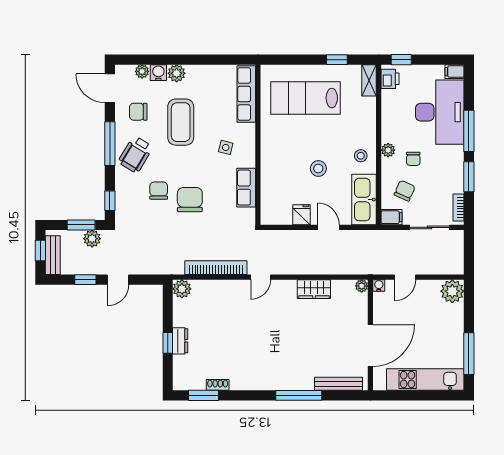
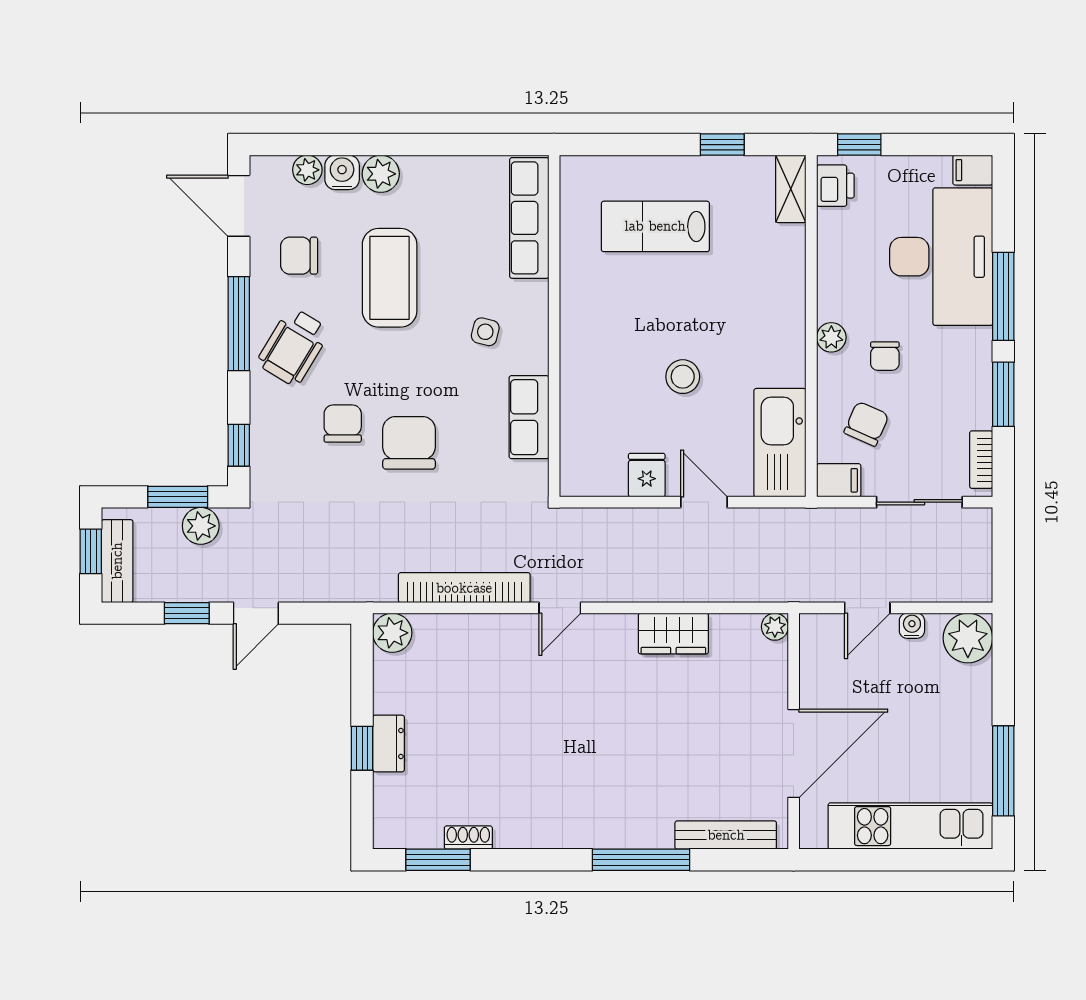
lab bench: (305, 98) -> (655, 226), width x0.73, depth x0.72
stool: (361, 156) -> (773, 350), removed
water cooler: (379, 285) -> (912, 626), moved

